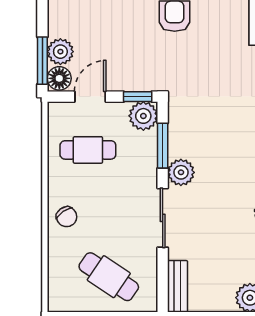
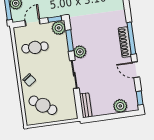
floor lamp: (59, 78) -> (17, 16), removed
cafe table: (109, 277) -> (43, 105), moved

